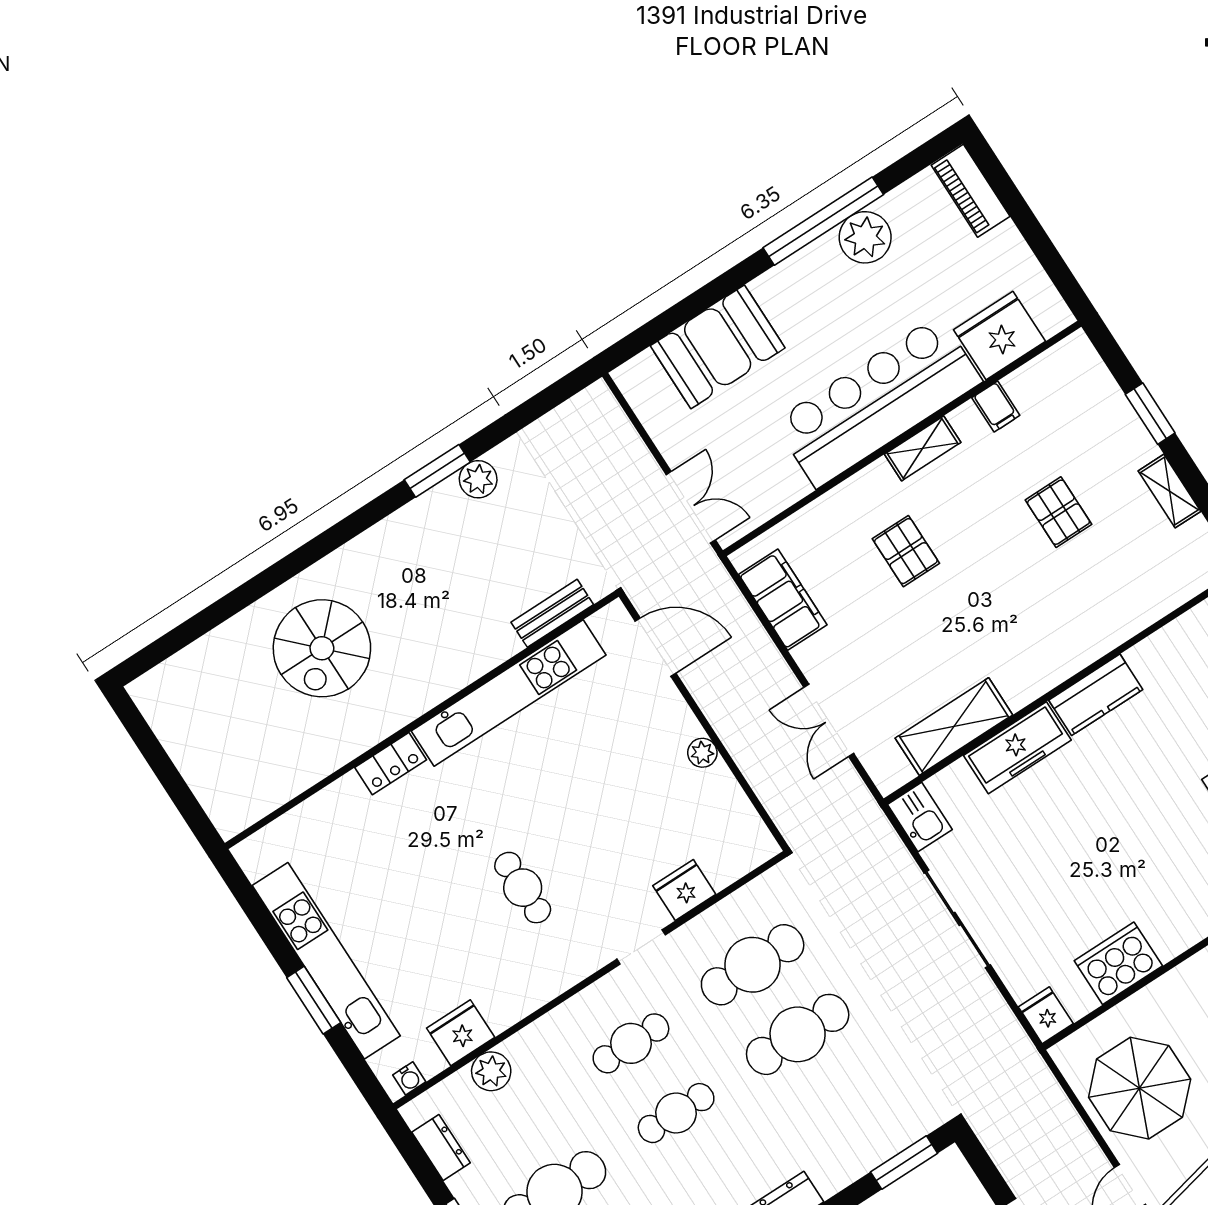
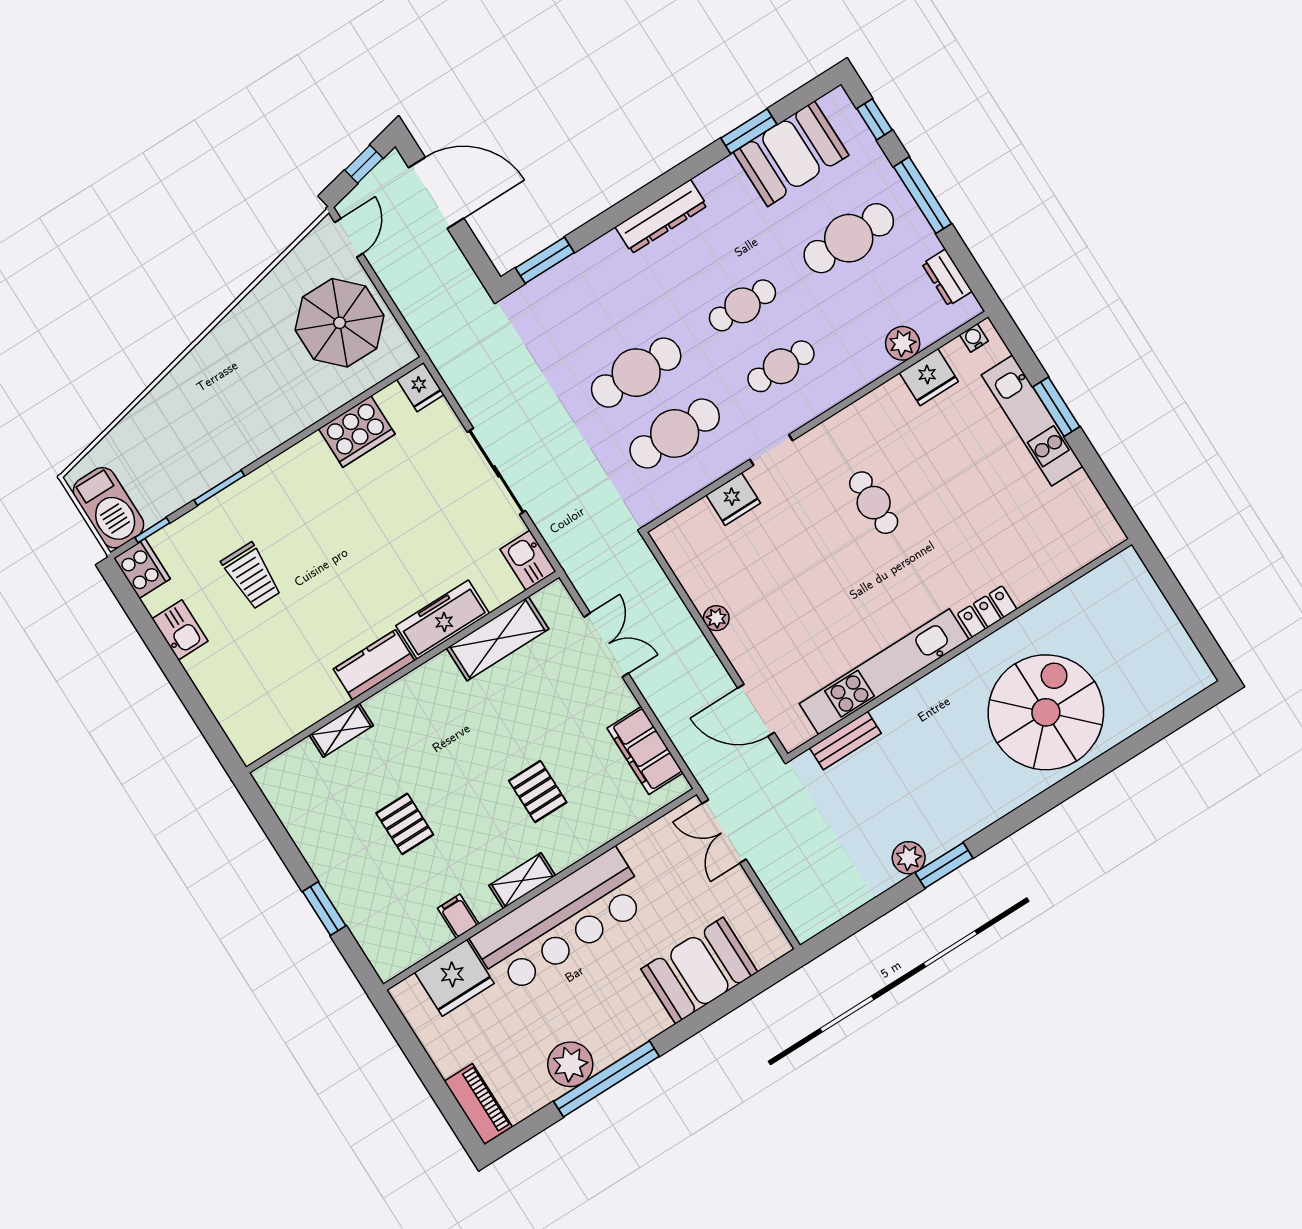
shelving: (1170, 491) -> (341, 730), moved, turned 90
spiral stairs: (322, 648) -> (1046, 712), width x1.37, depth x1.37
kitchen unit: (326, 961) -> (1032, 421), width x0.73

